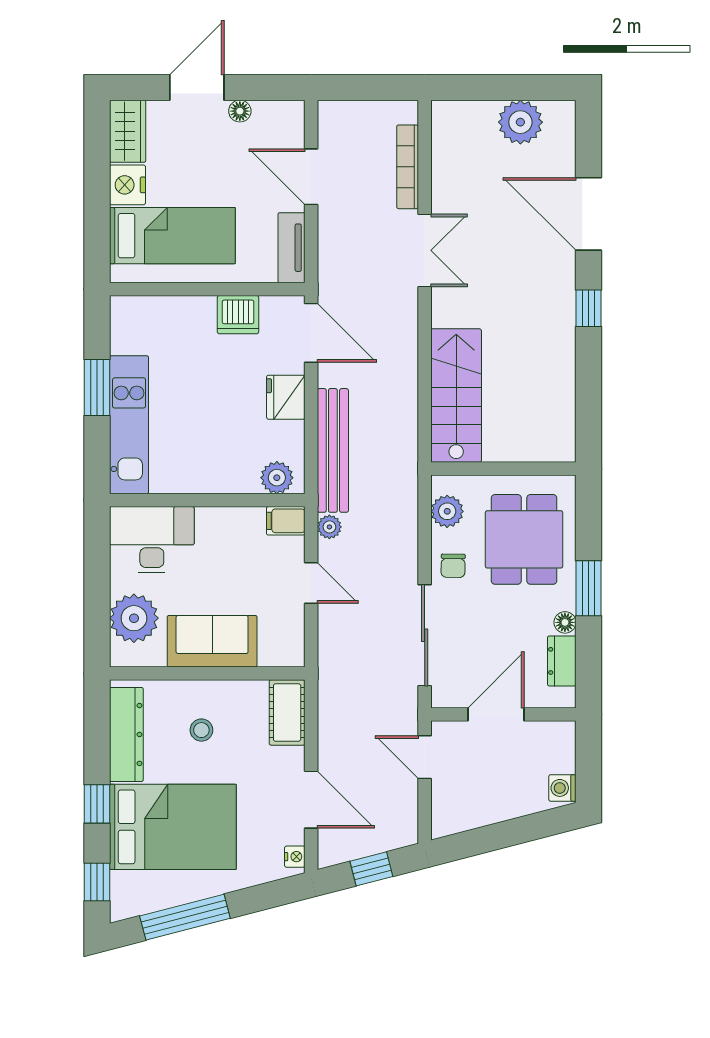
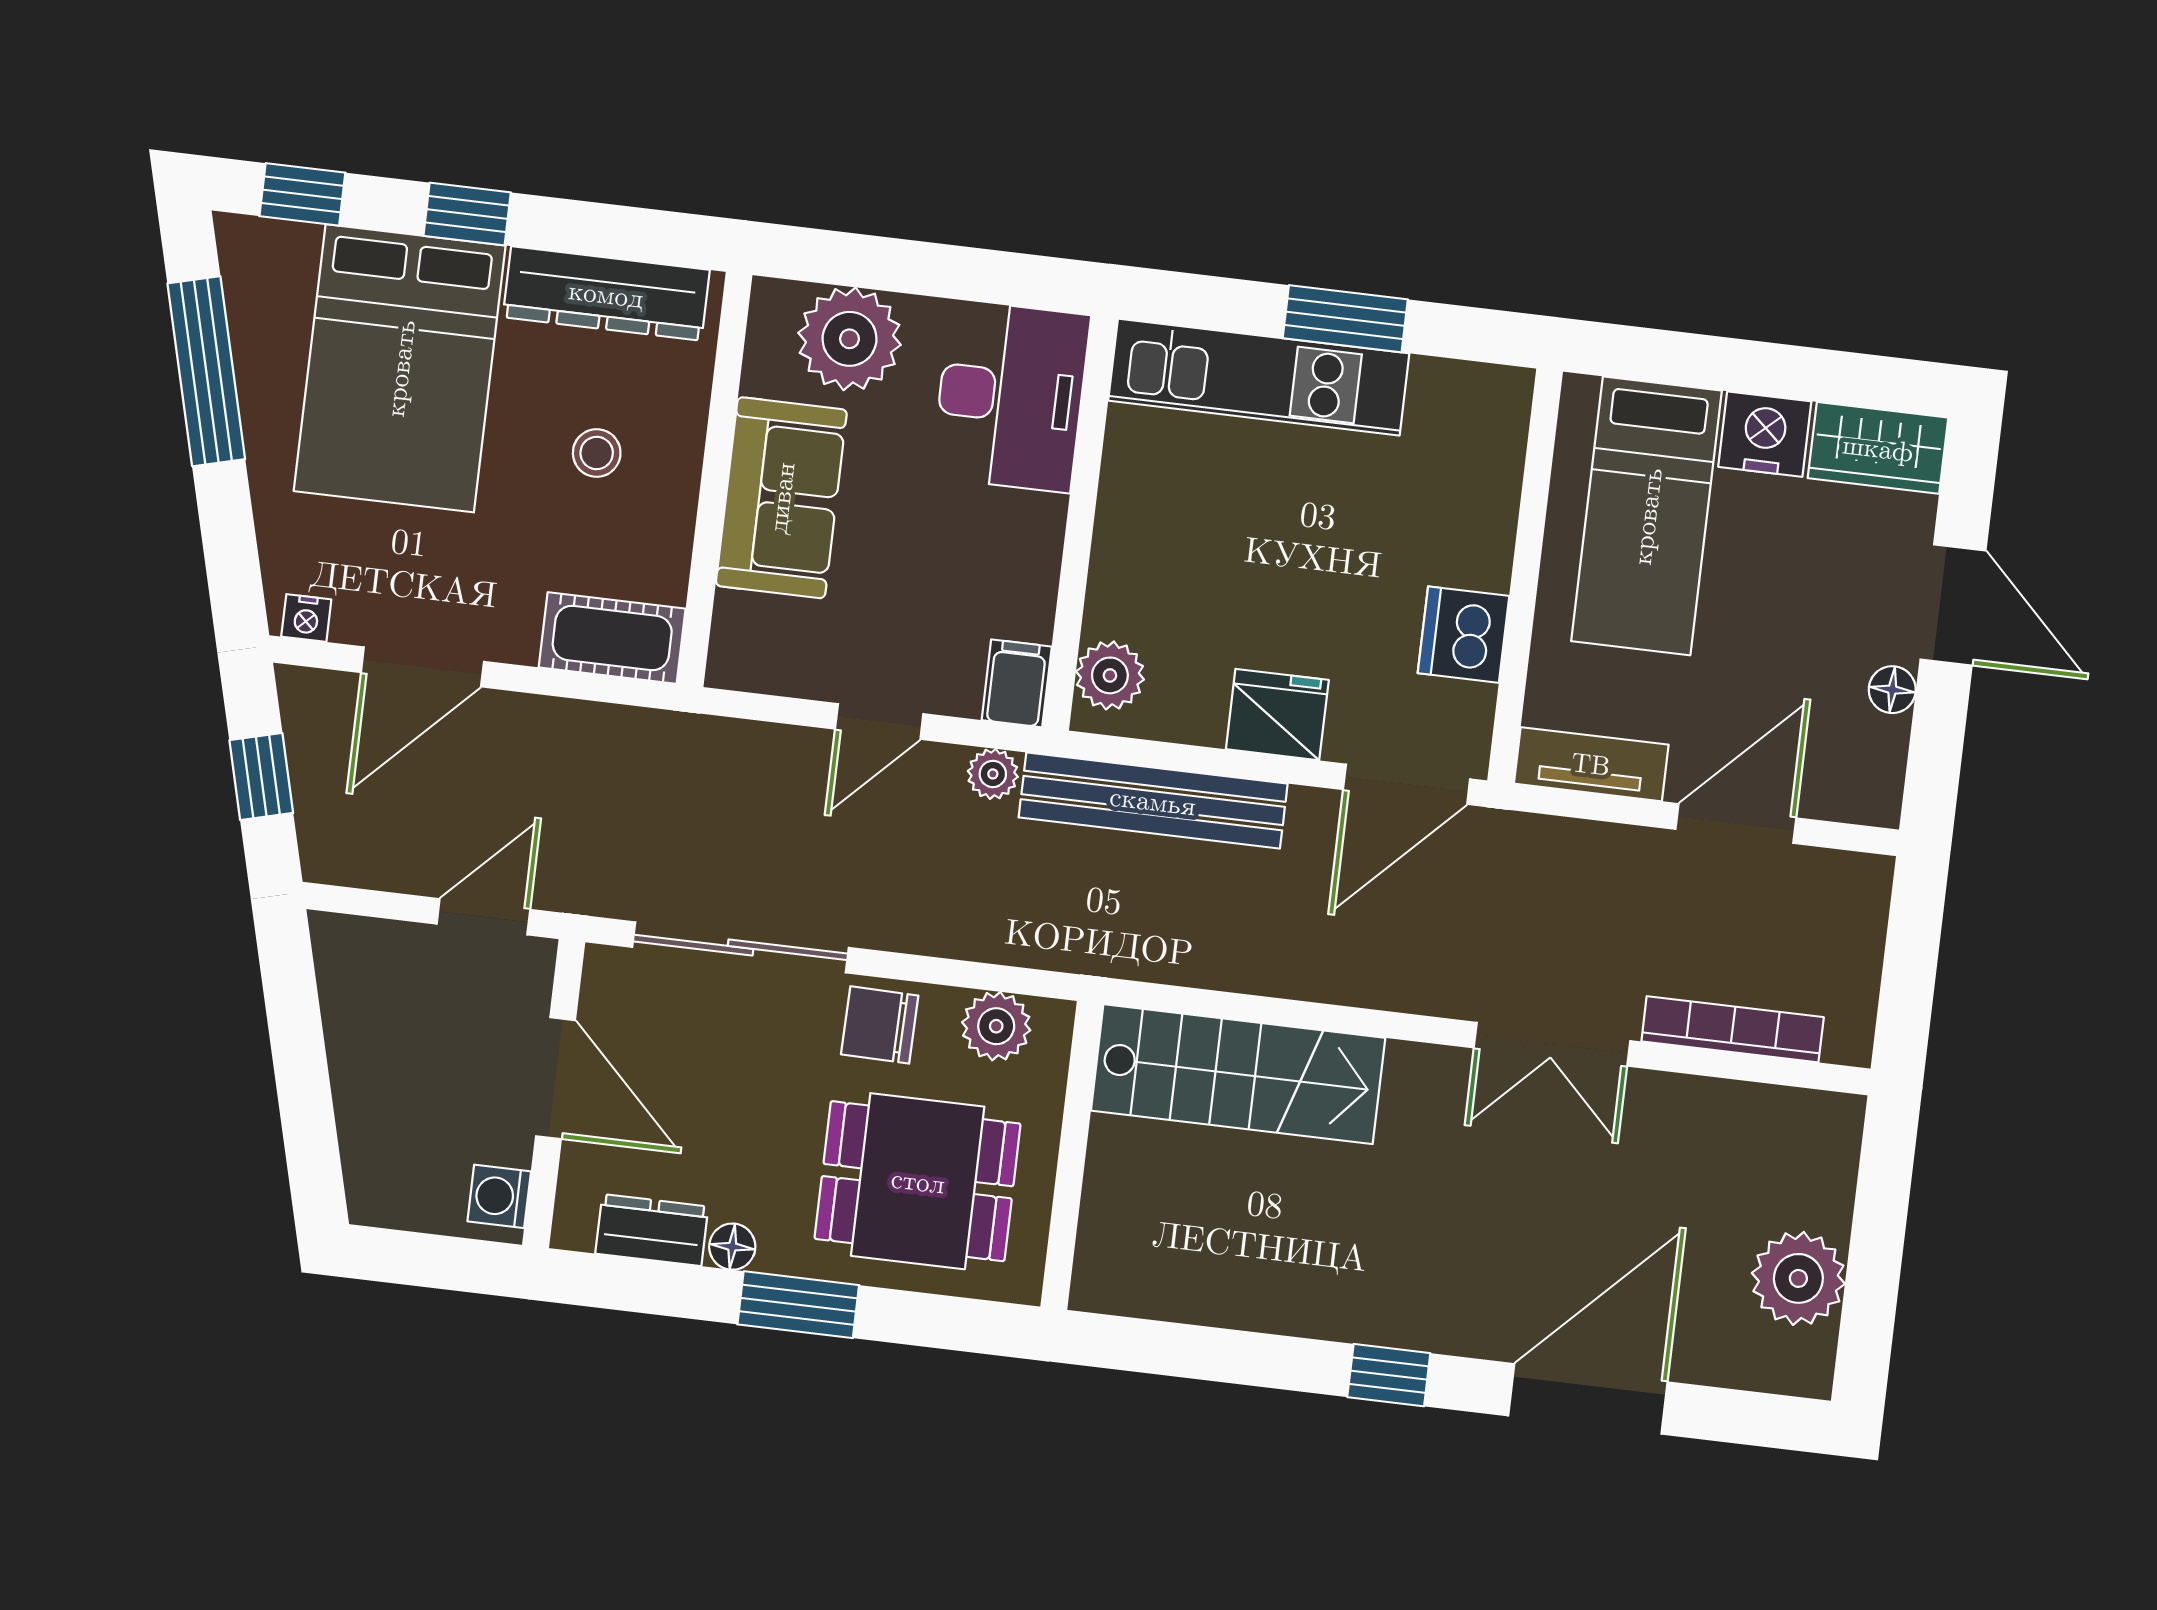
chair: (453, 566) -> (880, 1025), width x1.37, depth x1.37
washing machine: (562, 788) -> (499, 1196), moved, turned -90

